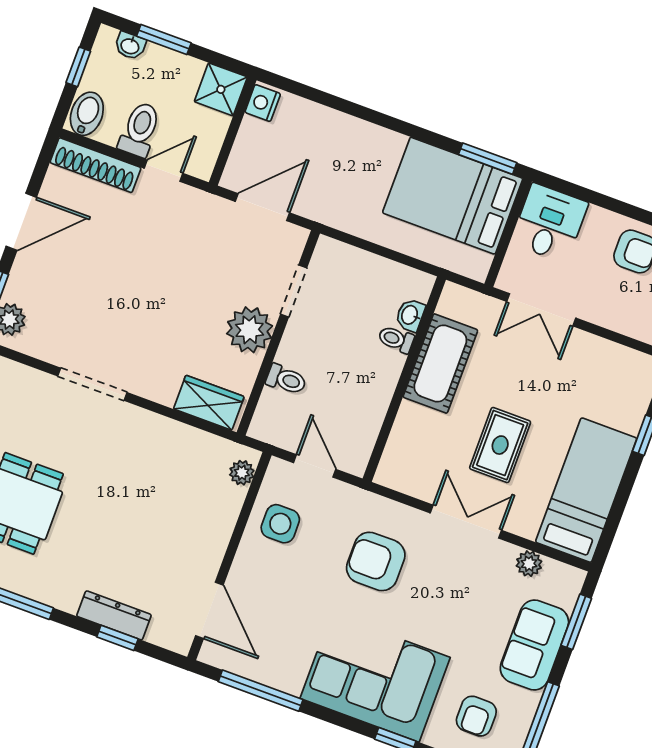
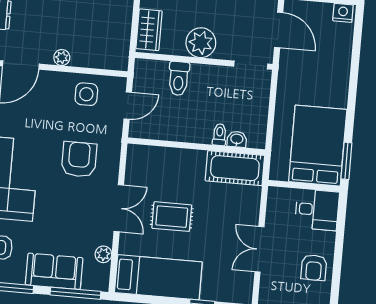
doorway: (294, 291) -> (251, 65), moved
double door: (541, 310) -> (259, 249), moved
cot: (440, 364) -> (235, 168), moved
toilet: (286, 380) -> (179, 79), width x1.37, depth x1.39
plant: (242, 473) -> (62, 58), moved
window: (576, 622) -> (75, 293), width x1.44

